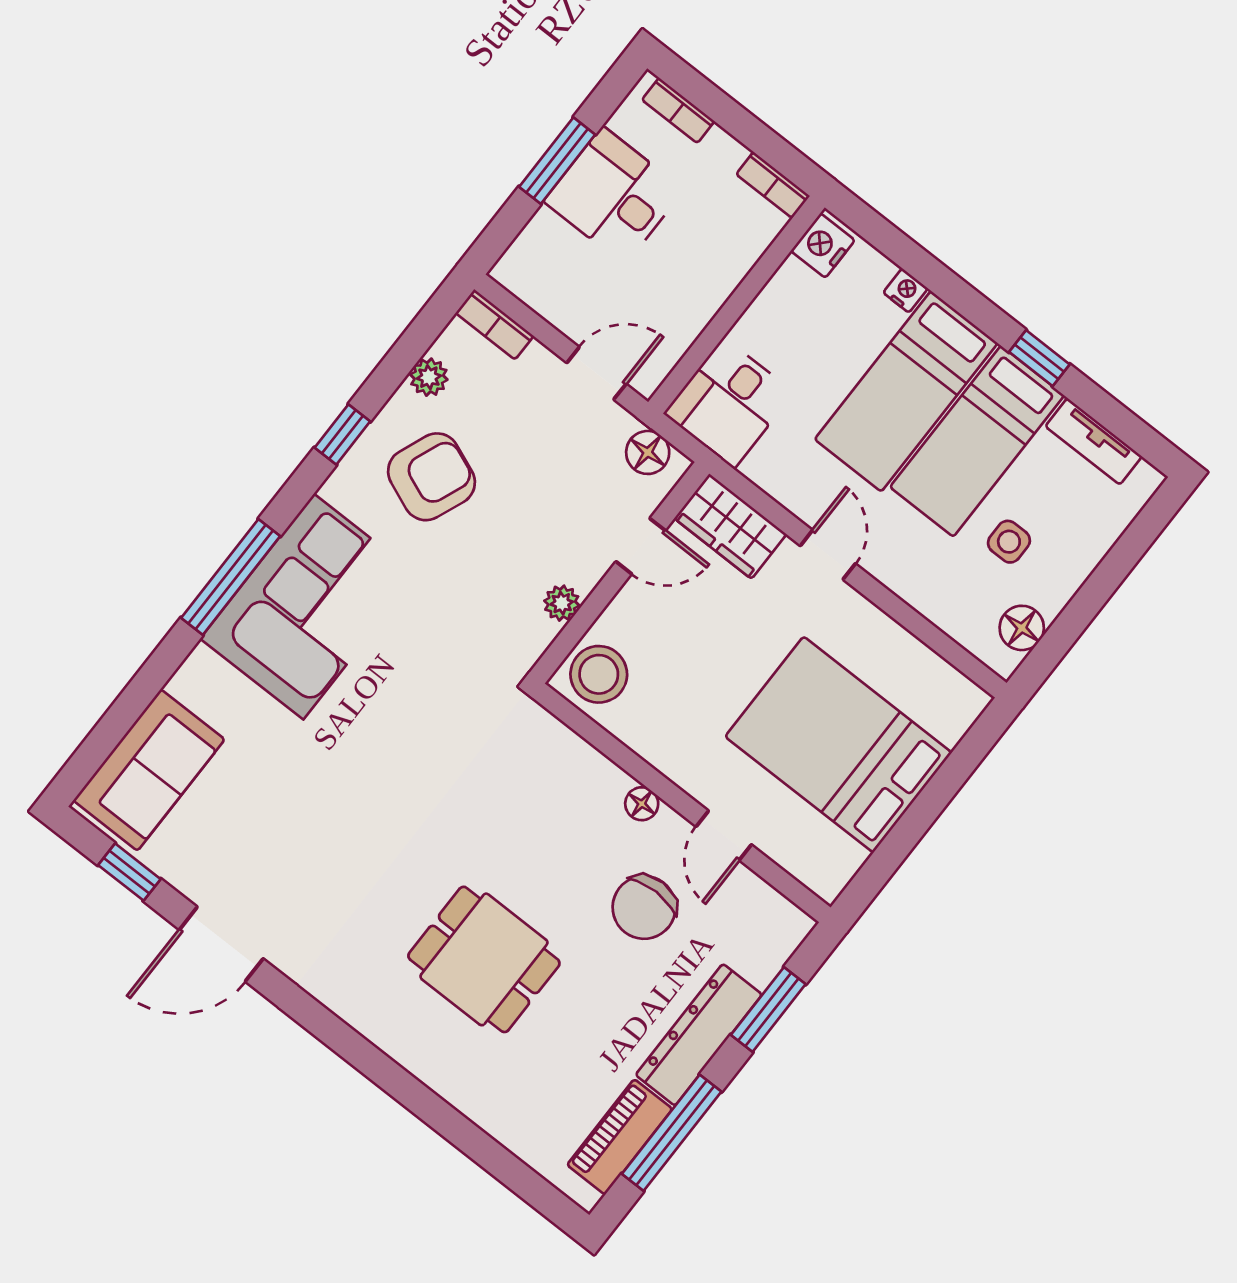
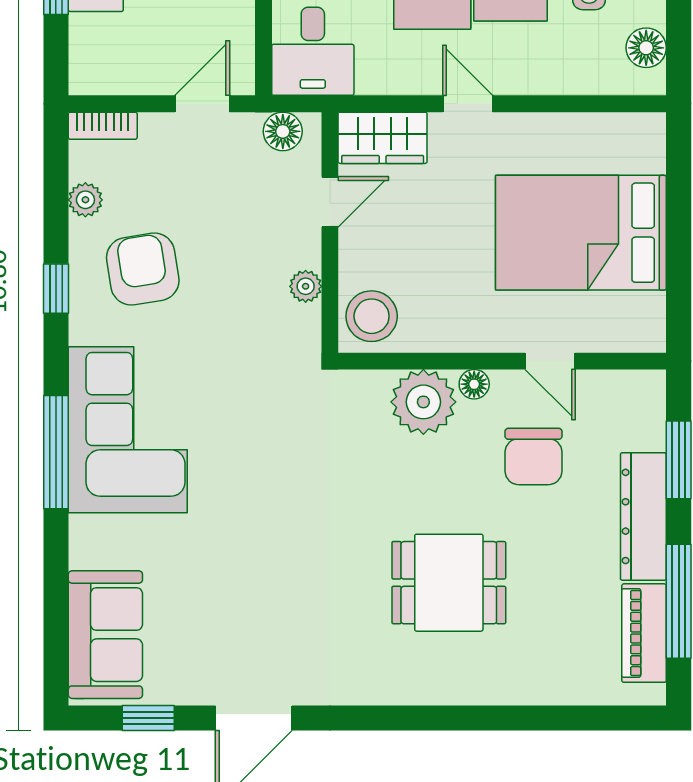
armchair: (431, 477) -> (143, 269), turned -31
plant: (585, 784) -> (423, 402), added

